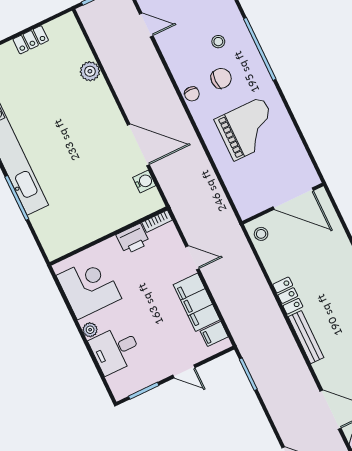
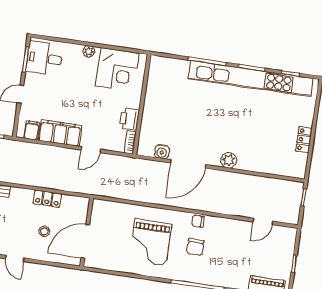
stool: (218, 42) -> (221, 261), removed
plant: (90, 71) -> (229, 160), moved
stool: (261, 234) -> (44, 231), moved
locker: (288, 296) -> (47, 199), moved
desk: (115, 350) -> (44, 58), moved, turned -90

